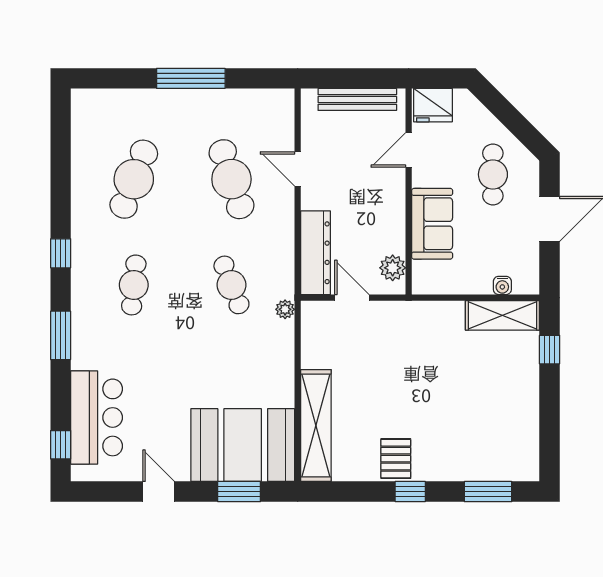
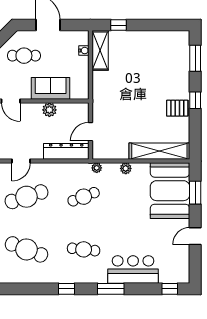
plant: (393, 268) -> (49, 110), moved
plant: (284, 363) -> (126, 168), added
bar counter: (97, 417) -> (133, 270), moved

